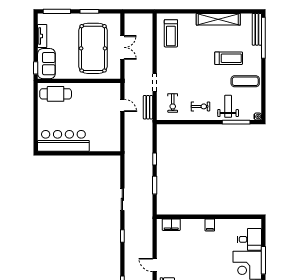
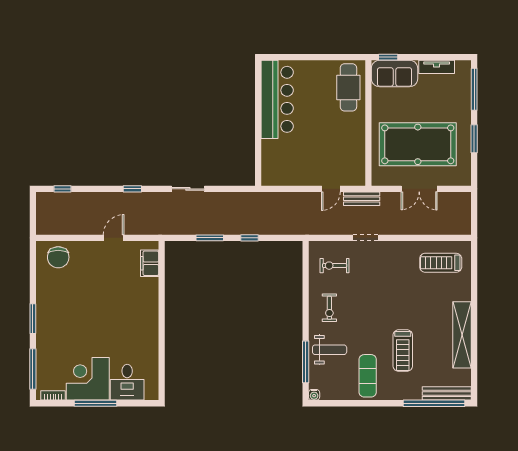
bench: (148, 107) -> (362, 199), moved
filing cabinet: (210, 225) -> (149, 322), removed
door: (155, 265) -> (114, 238), moved

